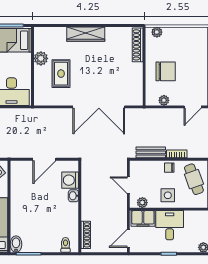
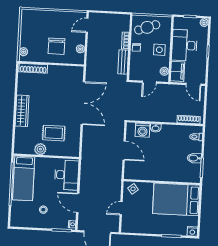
chair: (166, 71) -> (56, 46), turned 180
door: (193, 107) -> (87, 25), swing flipped
desk: (170, 225) -> (184, 45), width x1.37
bidet: (16, 244) -> (194, 158), moved

